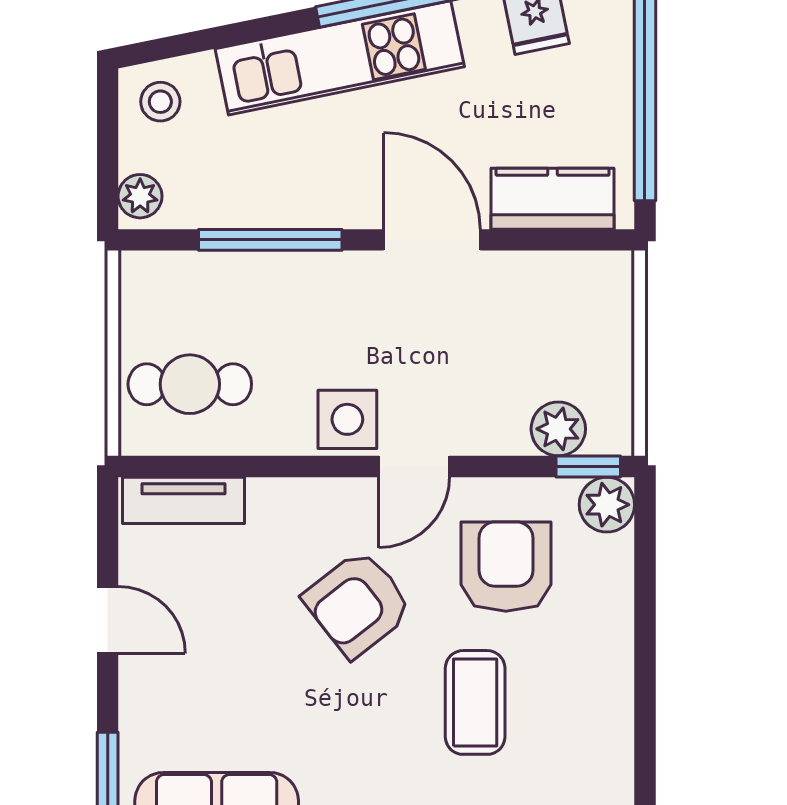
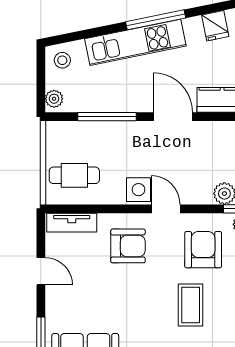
door: (414, 466) -> (166, 209), swing flipped
armchair: (358, 604) -> (128, 246), moved, turned -142

